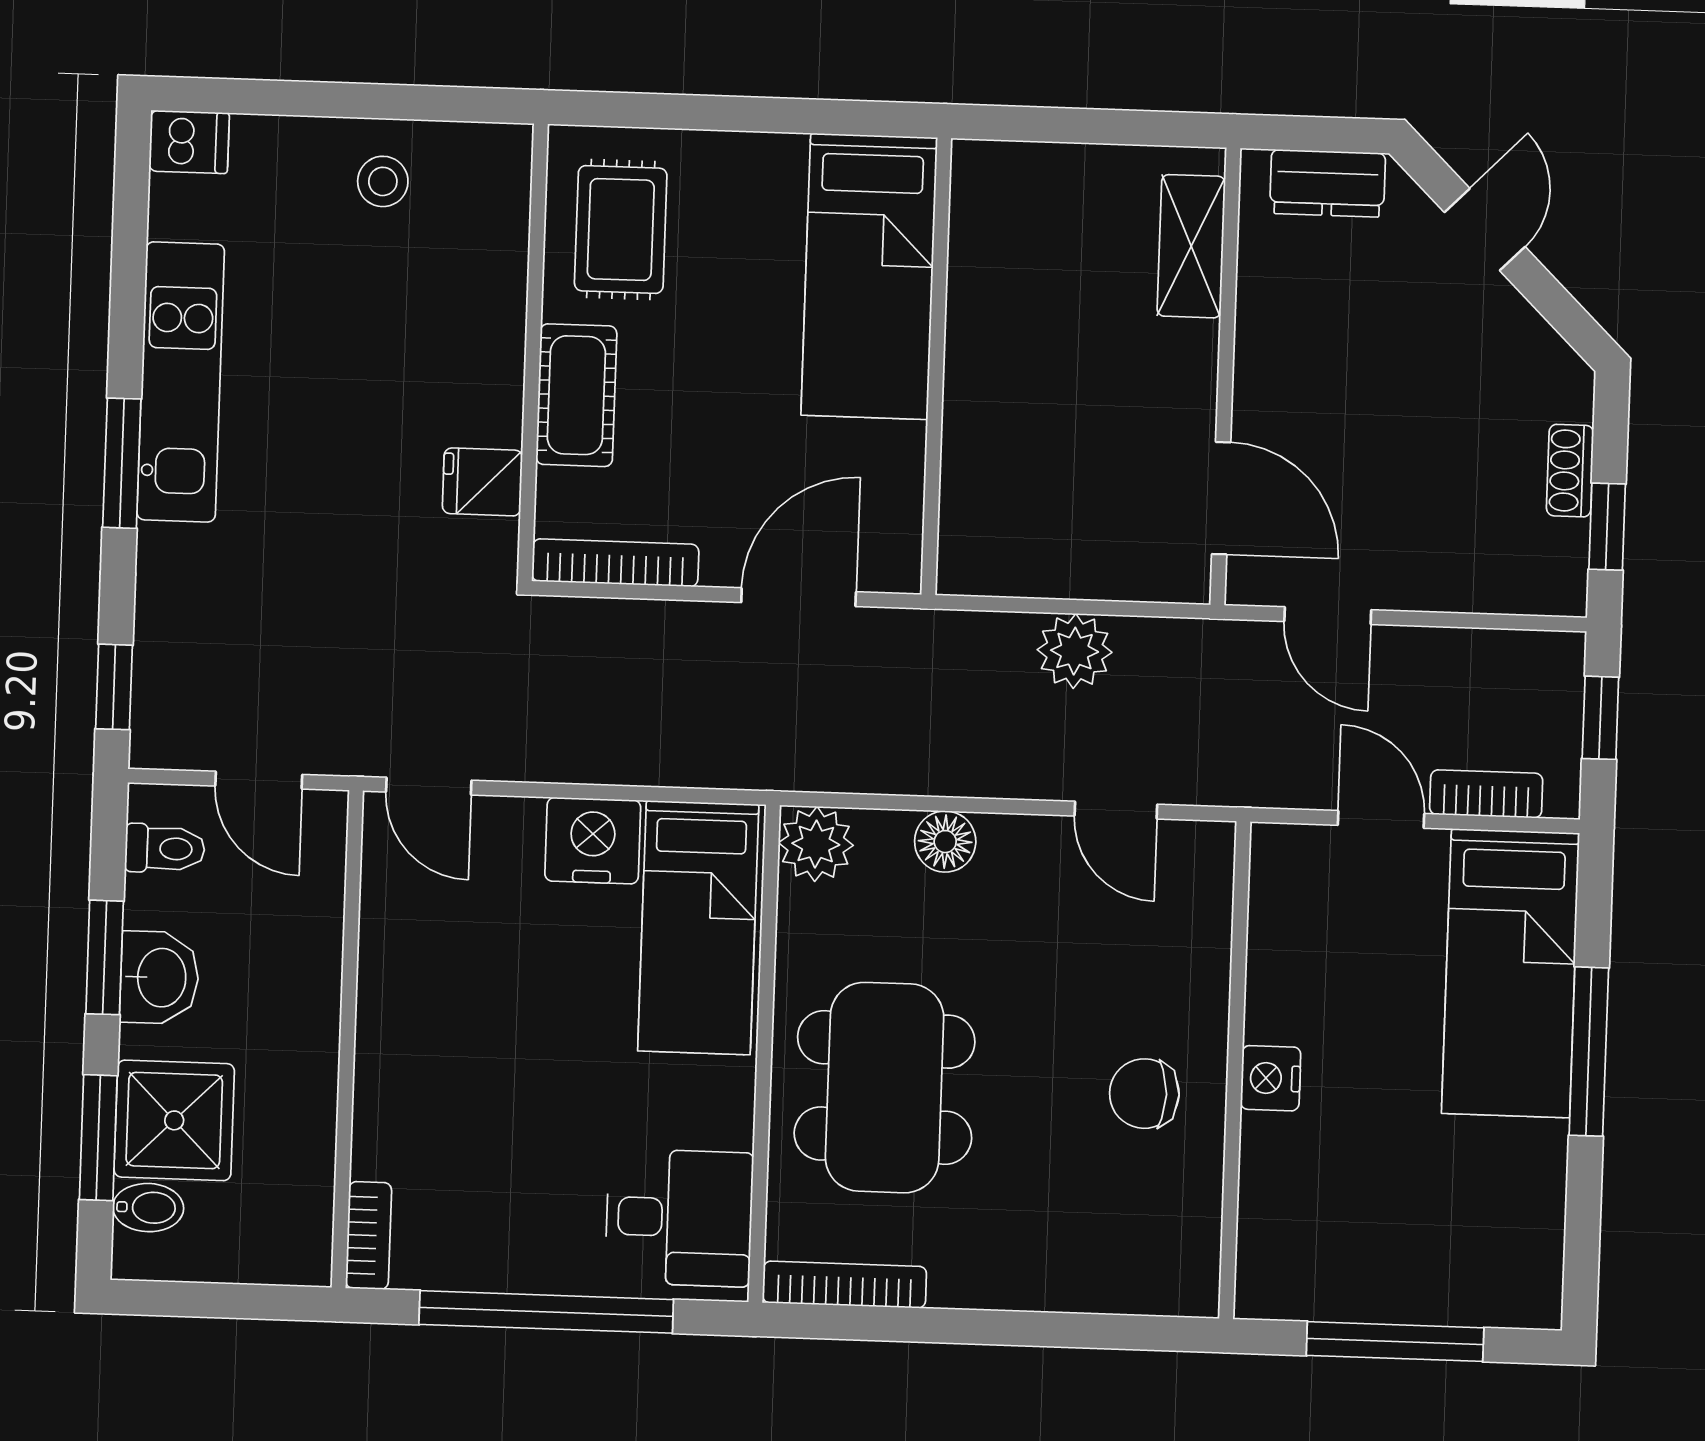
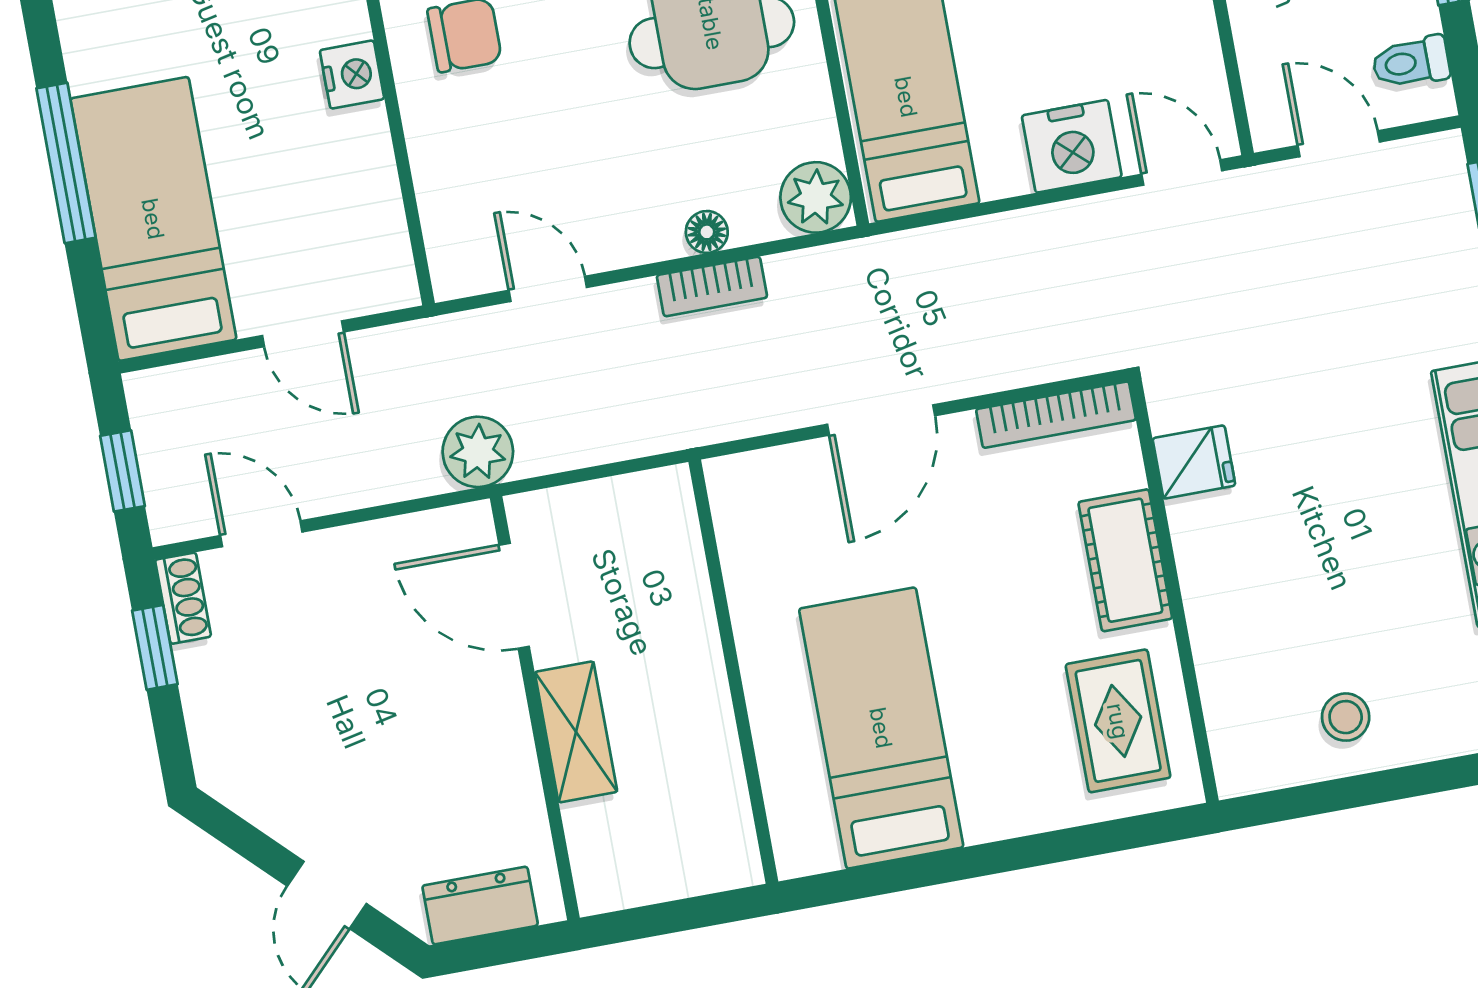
shelving: (1191, 246) -> (576, 732), moved
wall: (936, 366) -> (733, 672), moved
shoe rack: (1570, 471) -> (183, 598), moved
door: (1328, 616) -> (261, 534), moved
plant: (1075, 651) -> (478, 452), moved
bookcase: (1486, 794) -> (712, 286), moved
nightstand: (593, 841) -> (1072, 146), moved
floor lamp: (945, 842) -> (707, 232), width x0.73, depth x0.73

